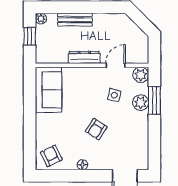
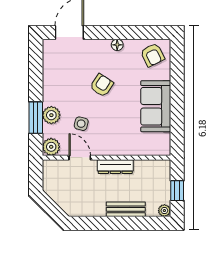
door: (116, 65) -> (80, 158), swing flipped
sofa: (49, 90) -> (156, 106), moved

